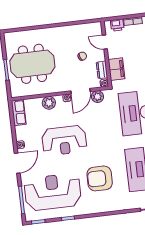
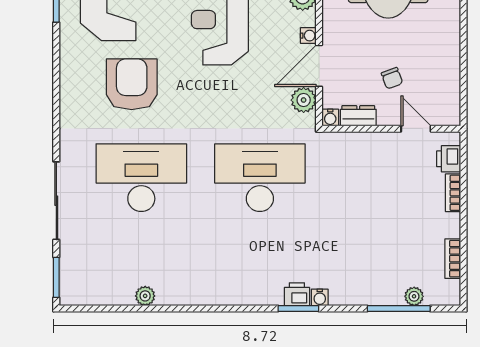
door: (105, 42) -> (416, 129), hinge flipped
filing cabinet: (117, 69) -> (356, 147), removed
door: (80, 91) -> (319, 66), hinge flipped

